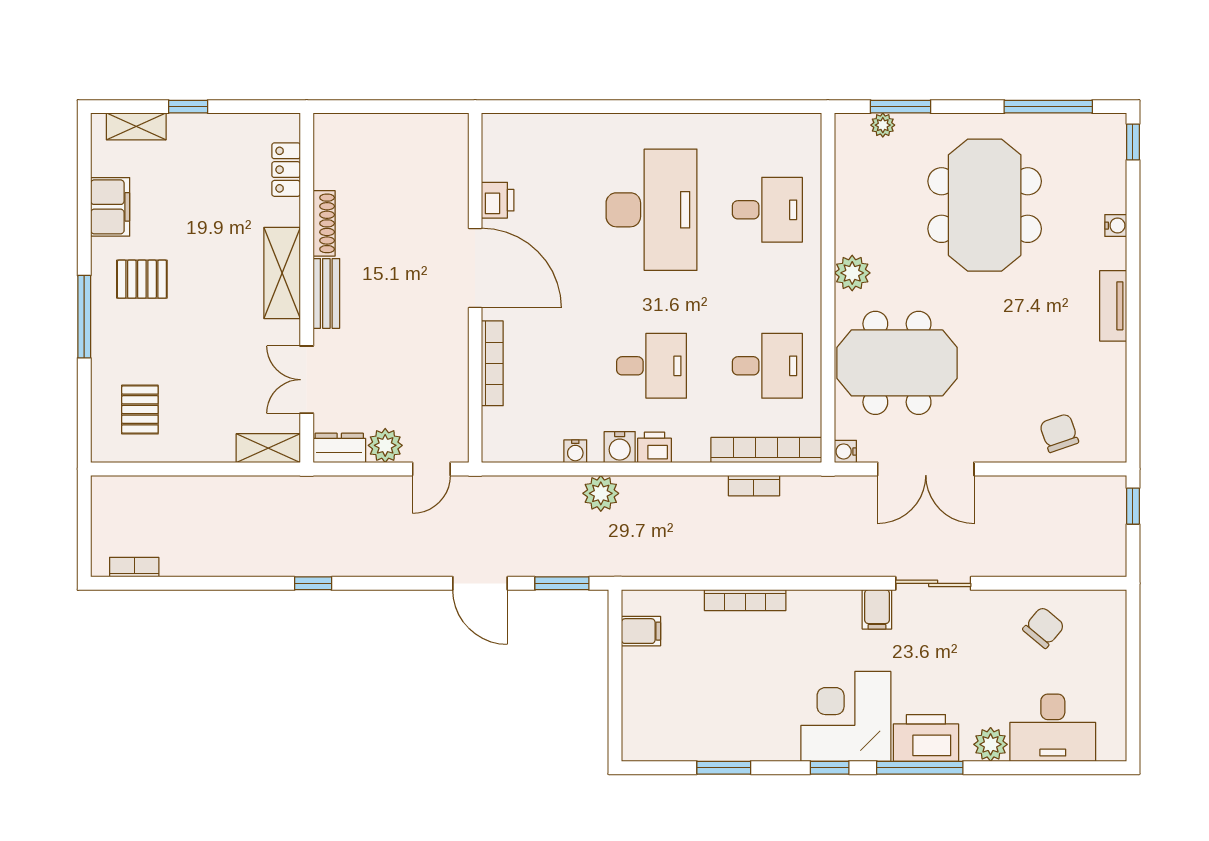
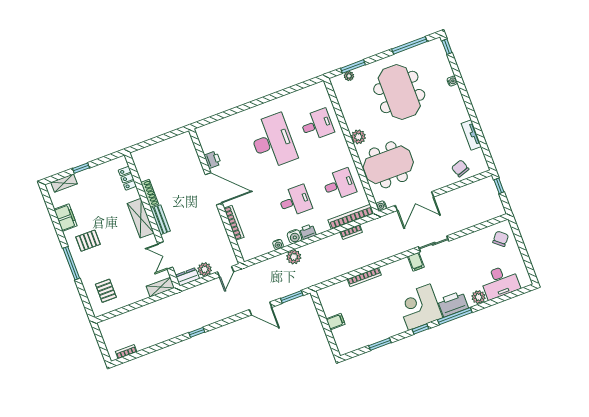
tv unit: (1113, 306) -> (471, 135), moved
chair: (1044, 627) -> (501, 239), moved
filing cabinet: (641, 631) -> (335, 322), moved

